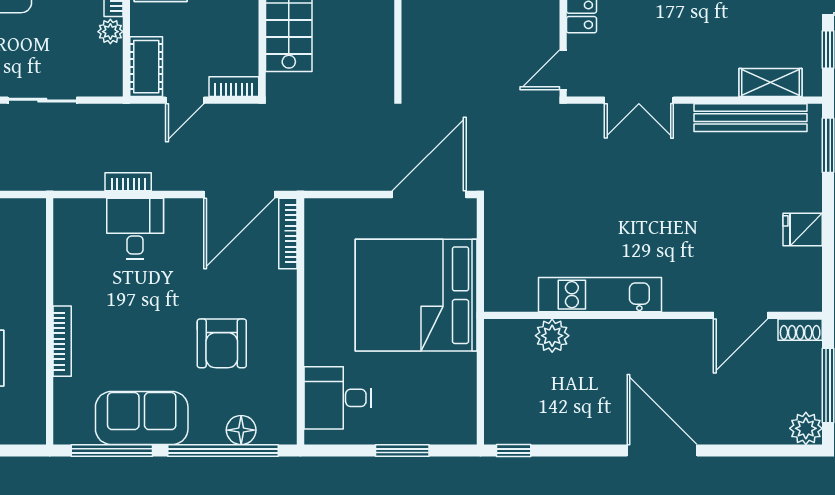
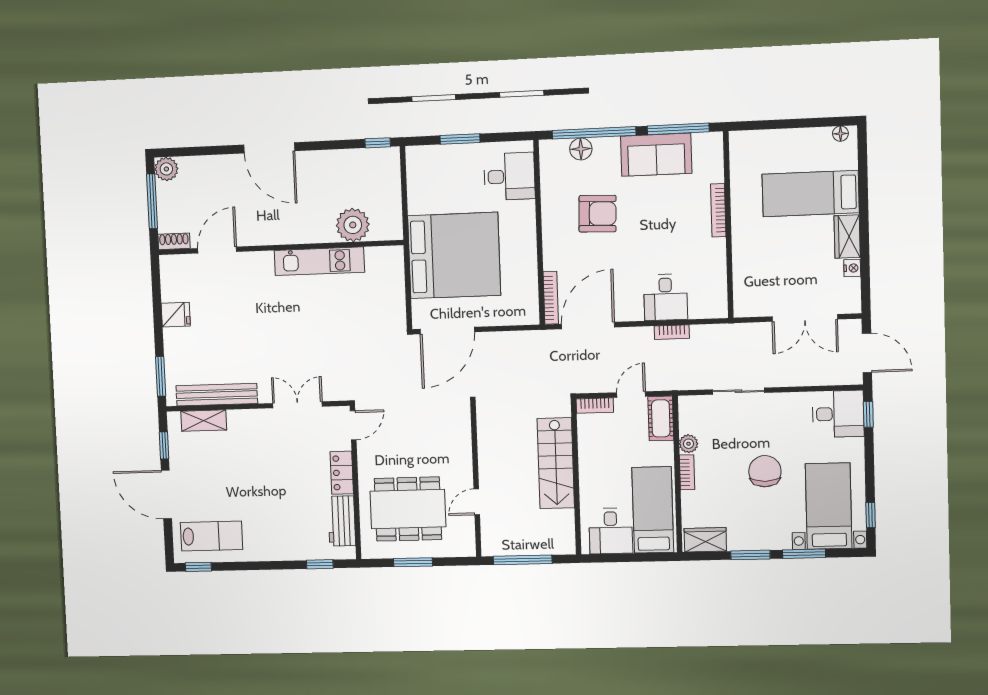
plant: (552, 336) -> (353, 225), width x1.36, depth x1.36
armchair: (222, 343) -> (598, 214), turned 92

